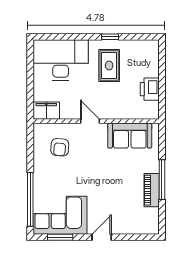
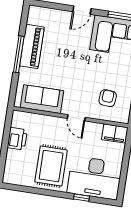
window: (110, 37) -> (82, 198), moved
rug: (109, 65) -> (51, 166), width x1.36, depth x1.43
piano: (152, 190) -> (32, 46), width x1.37, depth x1.33

